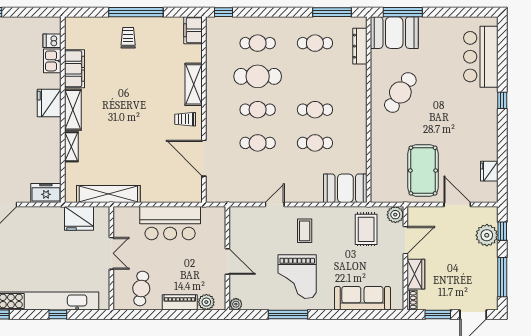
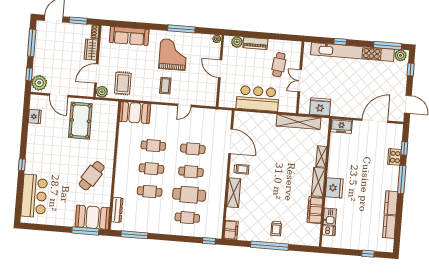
cafe table: (315, 43) -> (150, 192), moved
plant: (487, 235) -> (39, 83), moved
cafe table: (141, 288) -> (279, 65), moved

